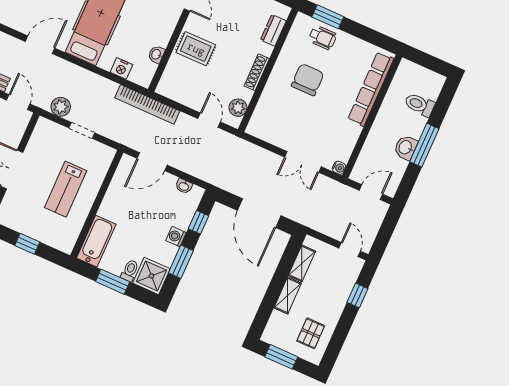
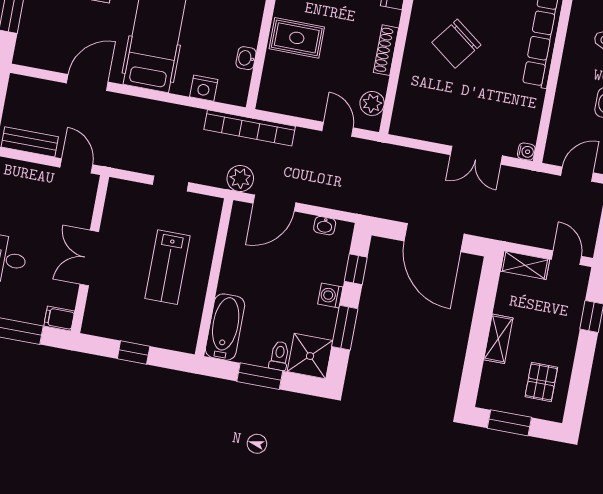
chair: (308, 80) -> (456, 44), turned -143
plant: (61, 107) -> (240, 178), moved
shelving: (302, 263) -> (525, 265), moved, turned 90

